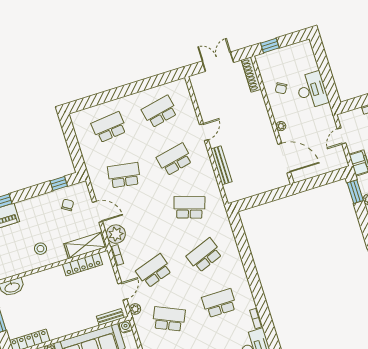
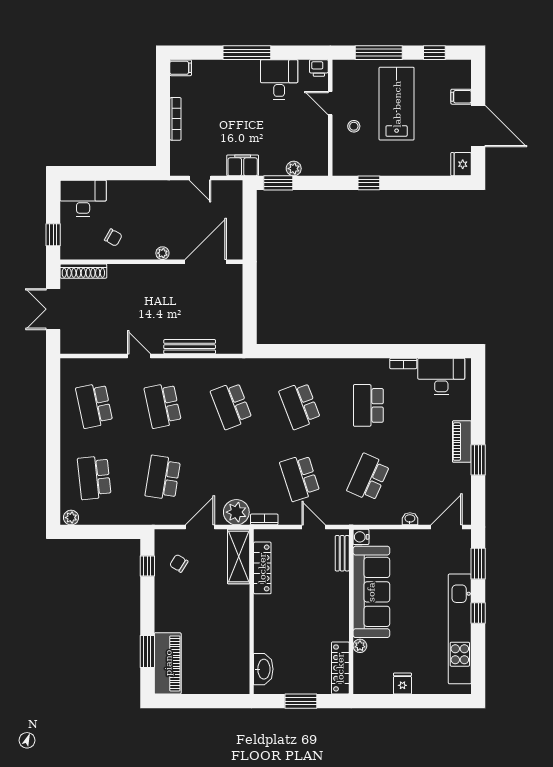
desk: (312, 90) -> (83, 198), moved
school desk: (189, 207) -> (231, 405), turned -39
stool: (40, 249) -> (225, 616), removed
plant: (135, 309) -> (71, 518), moved

